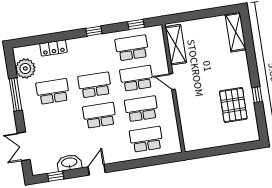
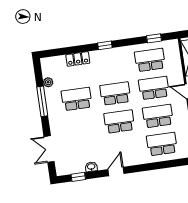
window: (94, 31) -> (105, 45), moved
plant: (25, 68) -> (48, 82), width x0.53, depth x0.53
washbasin: (69, 163) -> (91, 167), width x0.52, depth x0.69

